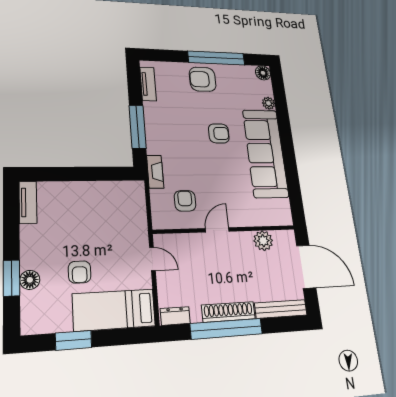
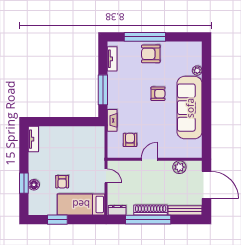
window: (216, 58) -> (145, 37), moved
floor lamp: (263, 73) -> (196, 47), removed

